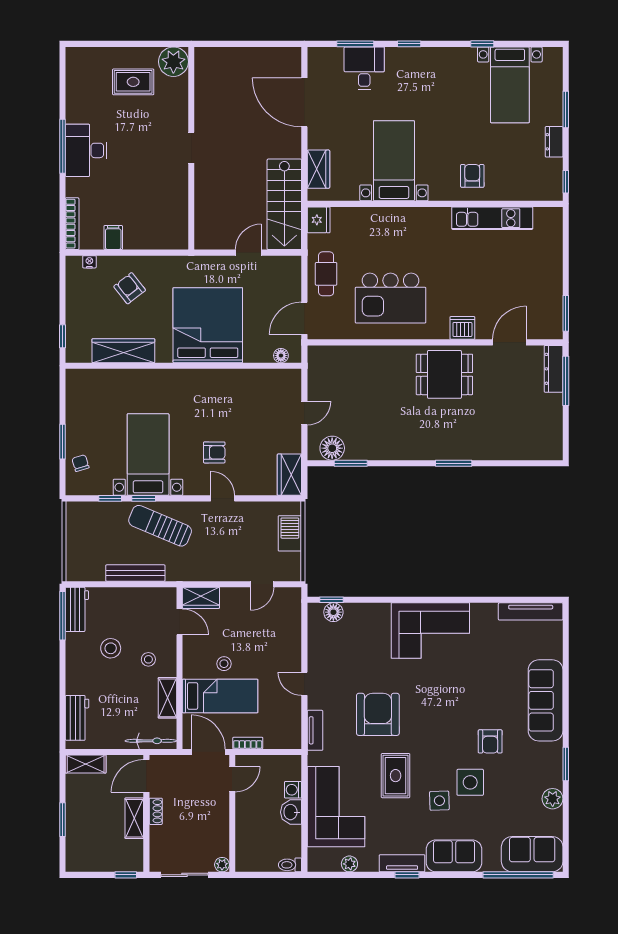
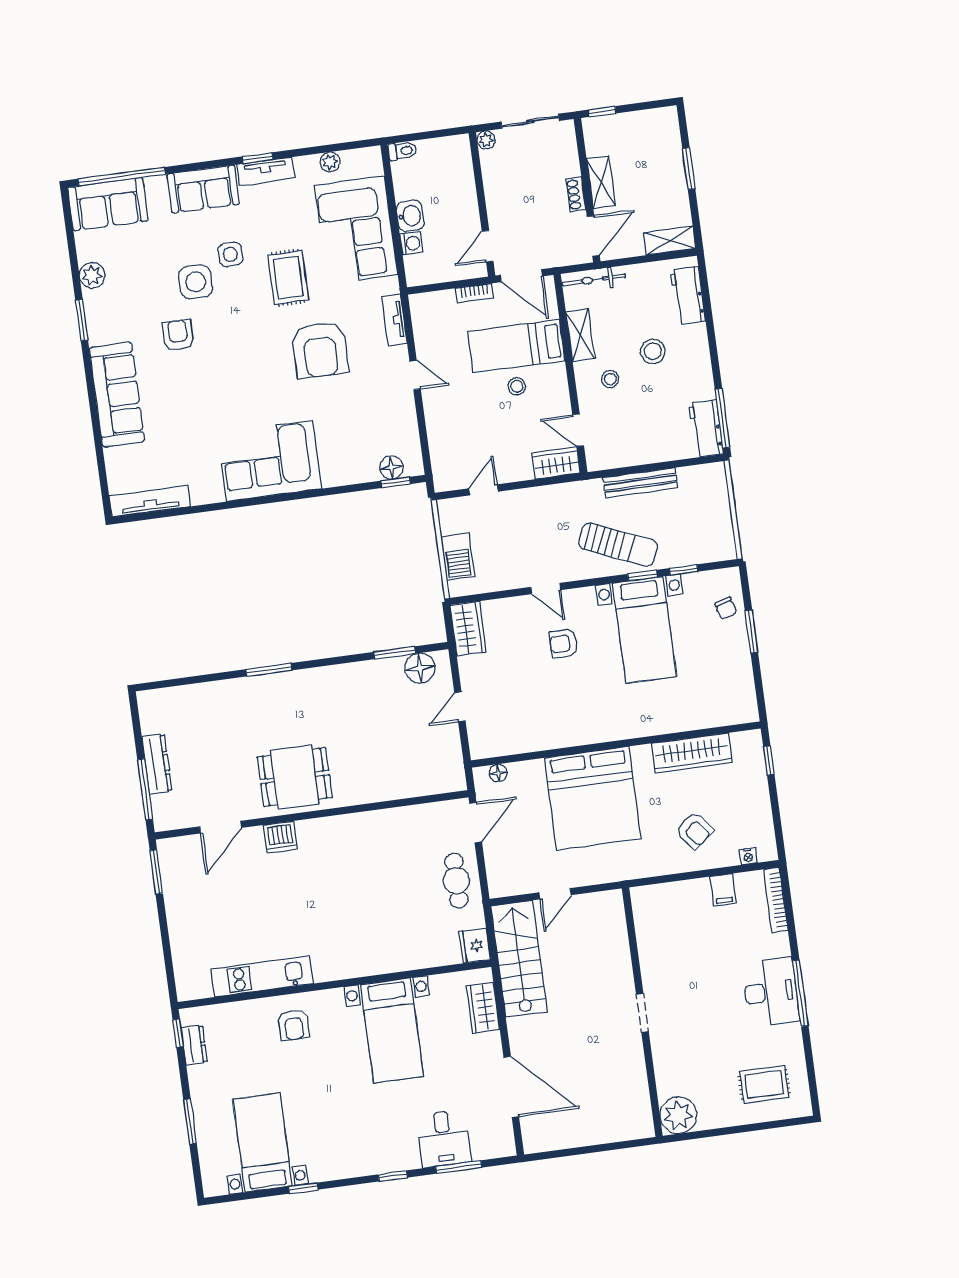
rug: (133, 82) -> (764, 1084), moved
dresser: (554, 142) -> (194, 1045), moved
kitchen island: (391, 298) -> (373, 862), removed
dresser: (554, 369) -> (157, 764), moved
stool: (111, 648) -> (653, 351), moved

